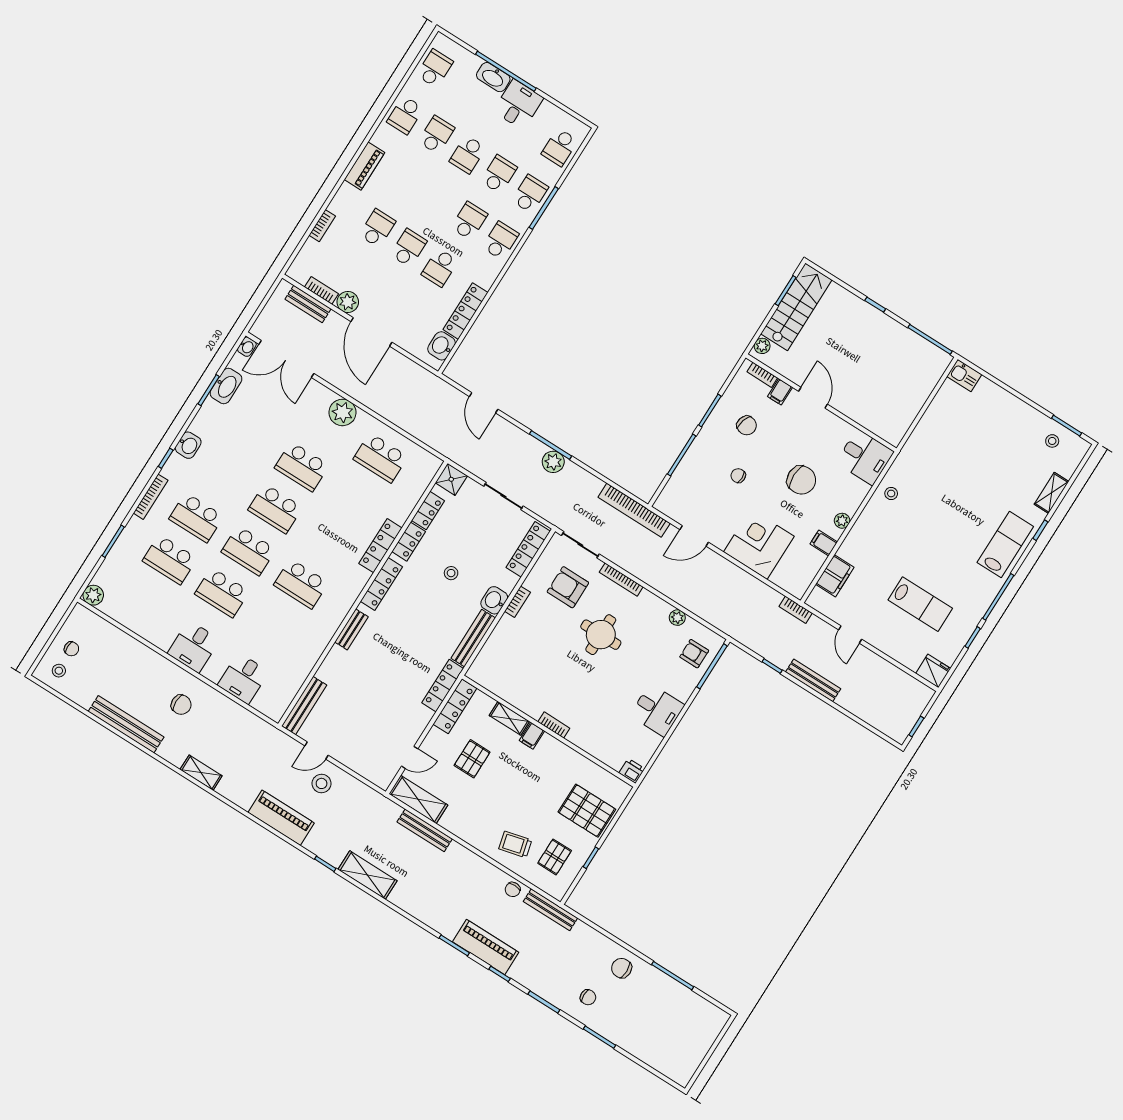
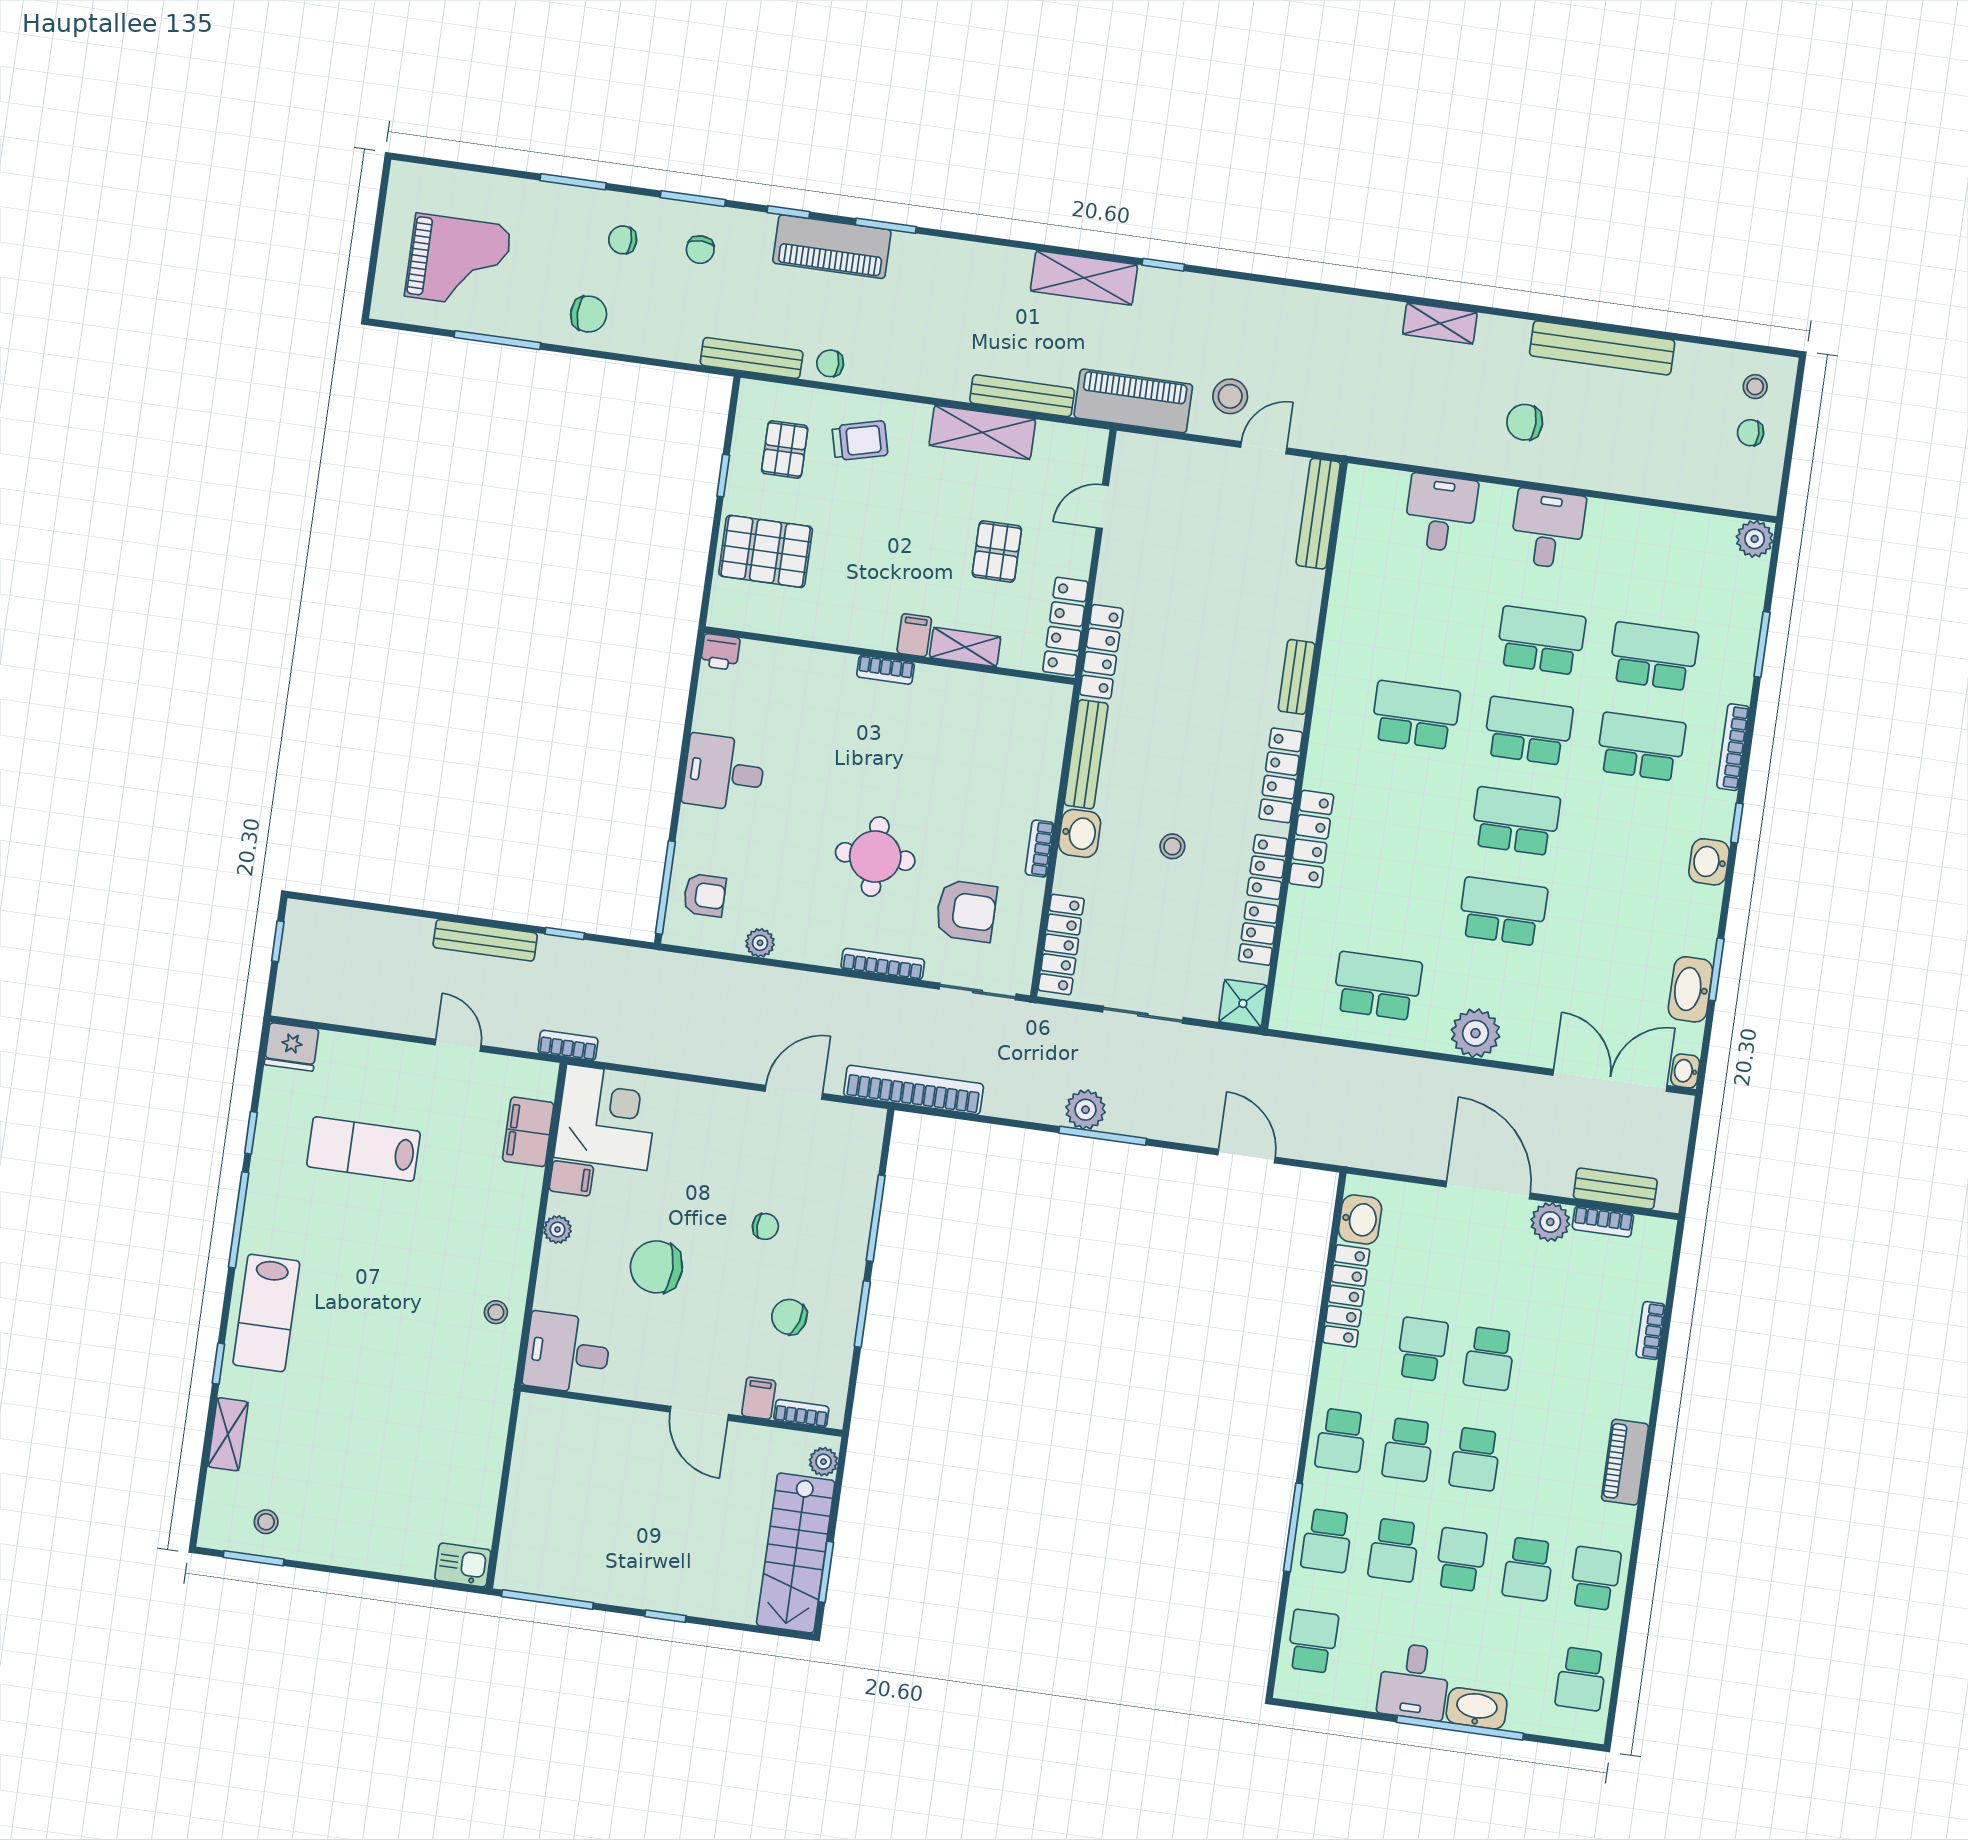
school desk: (377, 228) -> (1475, 1459), moved
corner desk: (759, 544) -> (607, 1117), moved, turned -90
shelving: (418, 799) -> (982, 432), moved
piano: (281, 818) -> (1133, 401), moved, turned 180
chair: (513, 889) -> (830, 363), turned -90
chair: (552, 975) -> (700, 250), added
grand piano: (674, 1024) -> (458, 261), added

